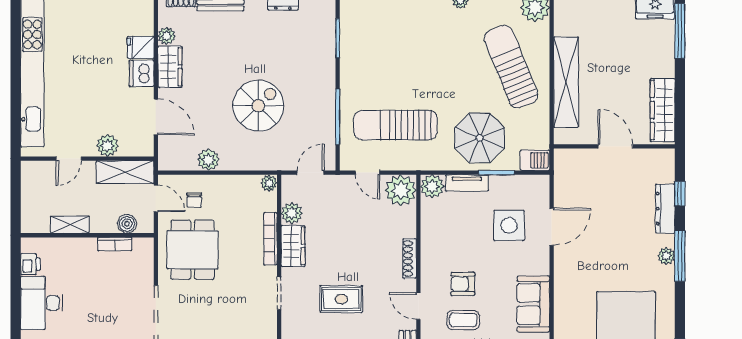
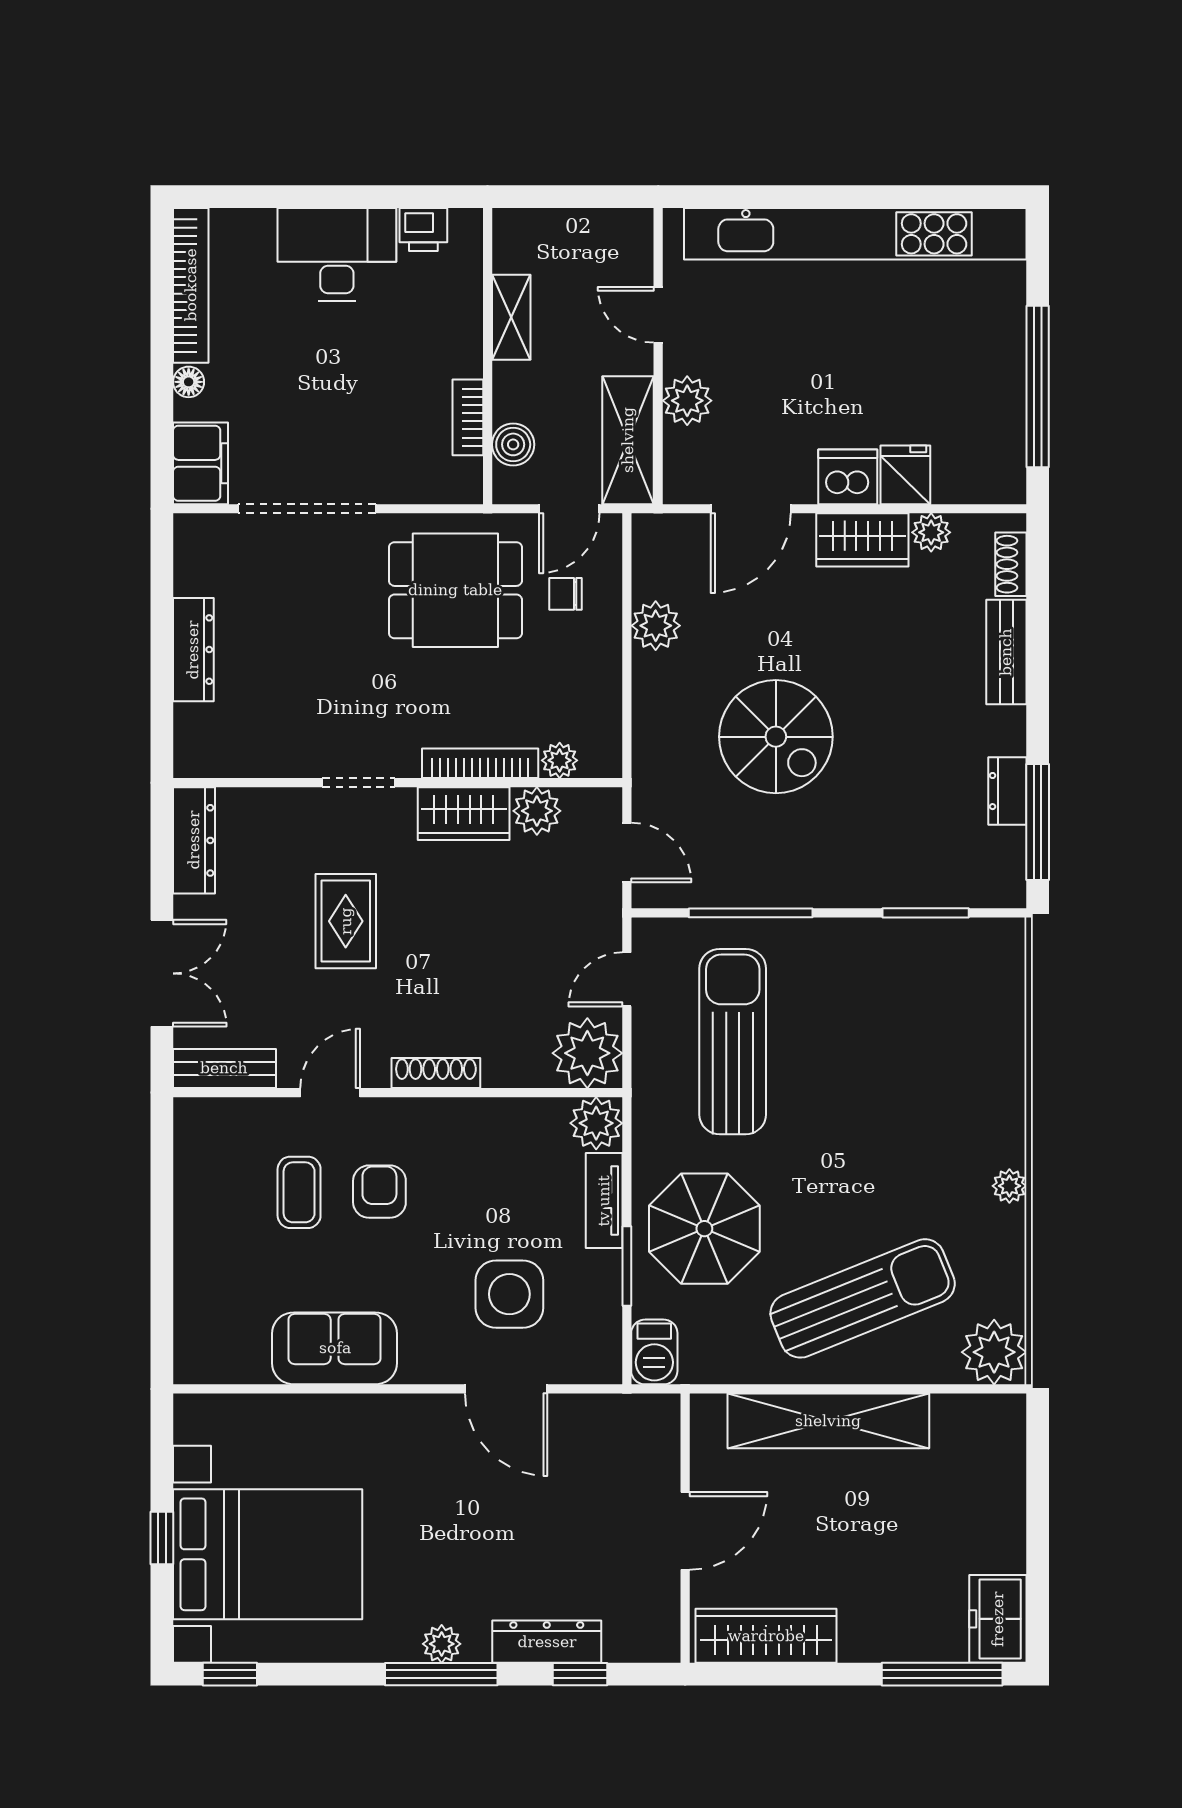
plant: (269, 183) -> (560, 760), moved

